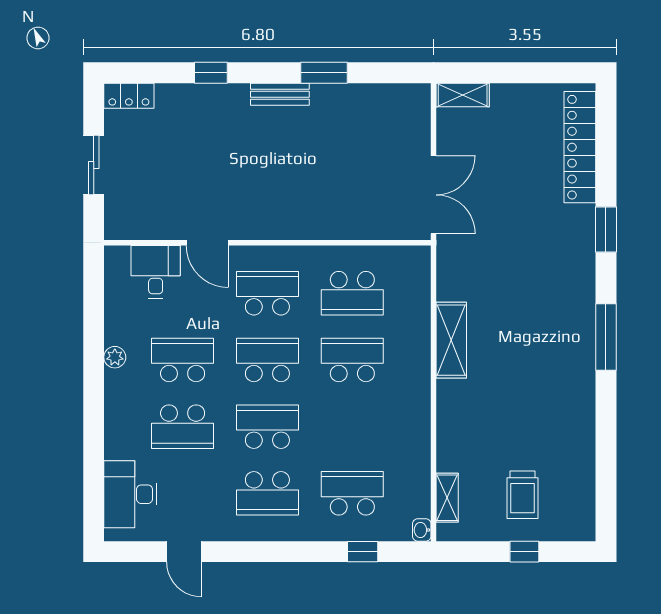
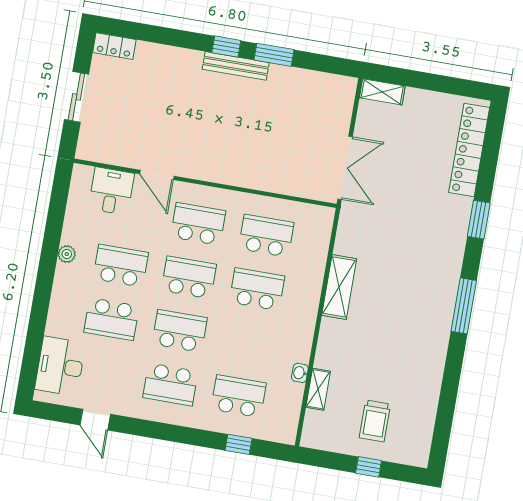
window: (211, 73) -> (226, 47), moved
bench: (280, 94) -> (236, 66), width x1.36
school desk: (352, 293) -> (266, 236), turned 180
shelving: (447, 498) -> (318, 389), moved
washbasin: (422, 530) -> (300, 373), moved

